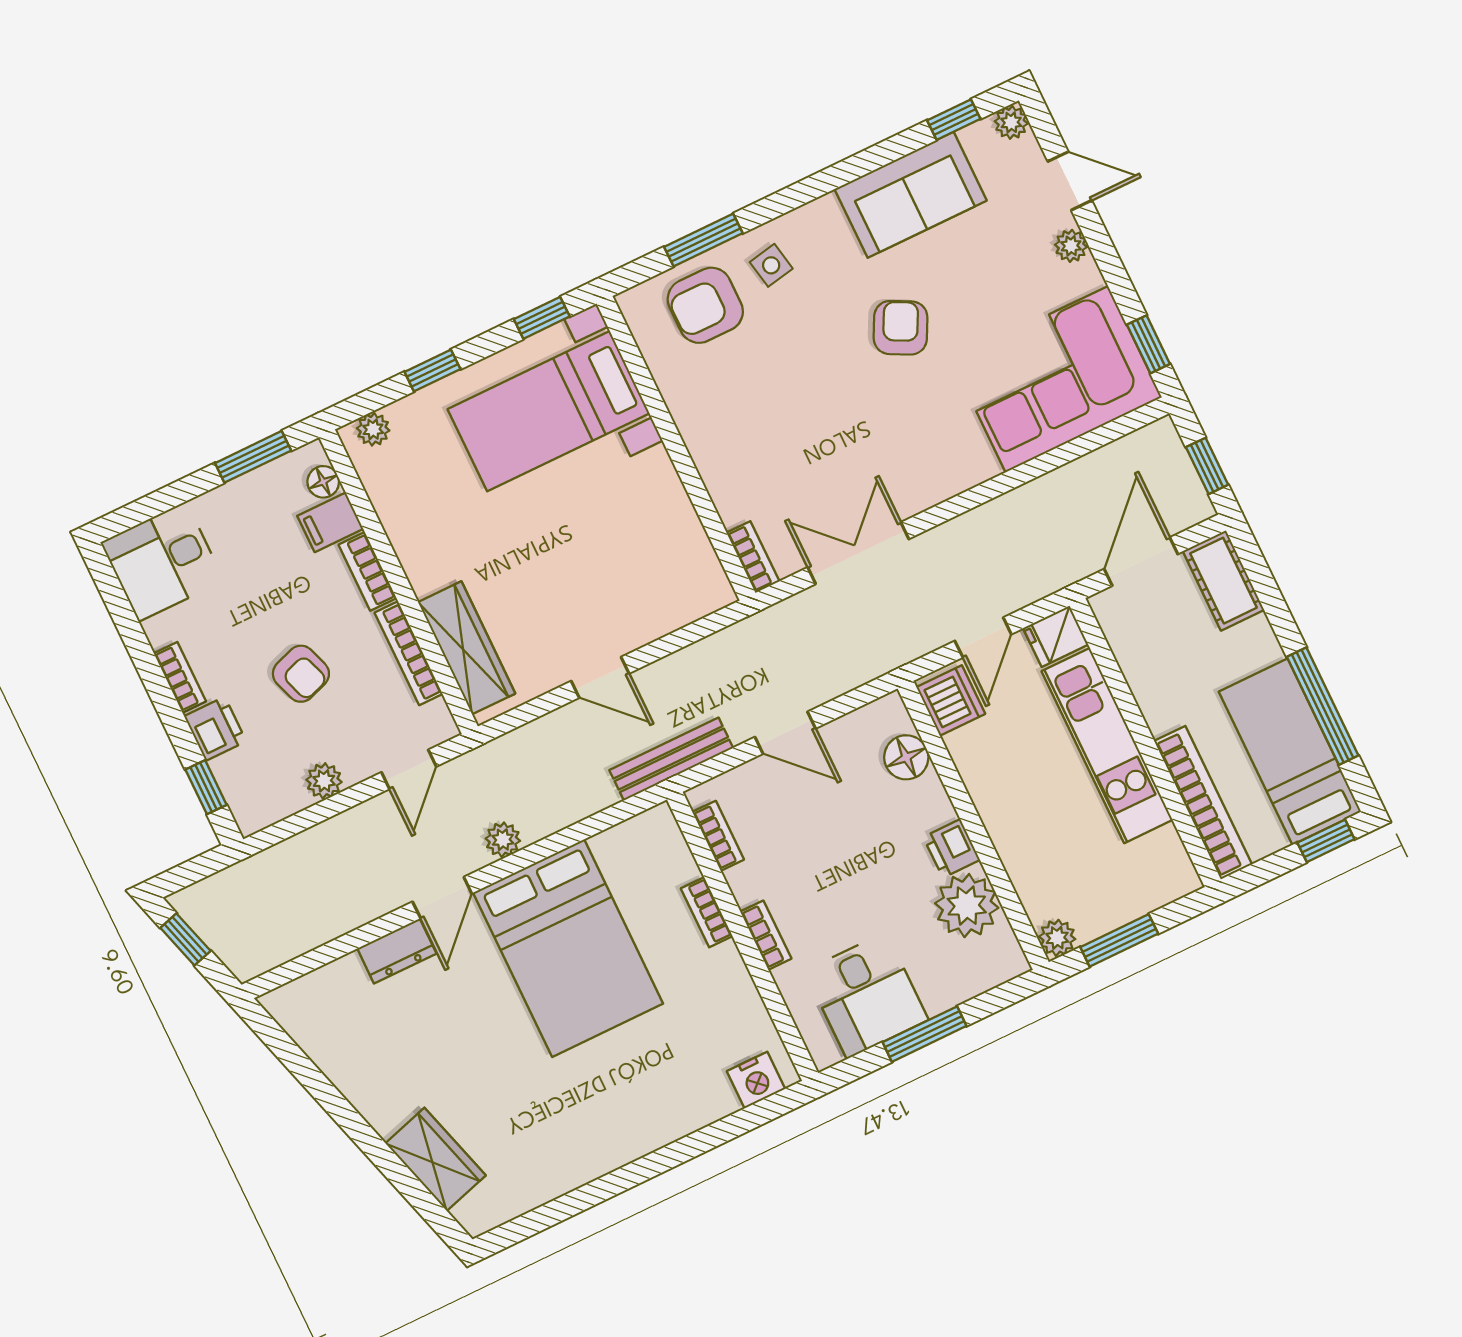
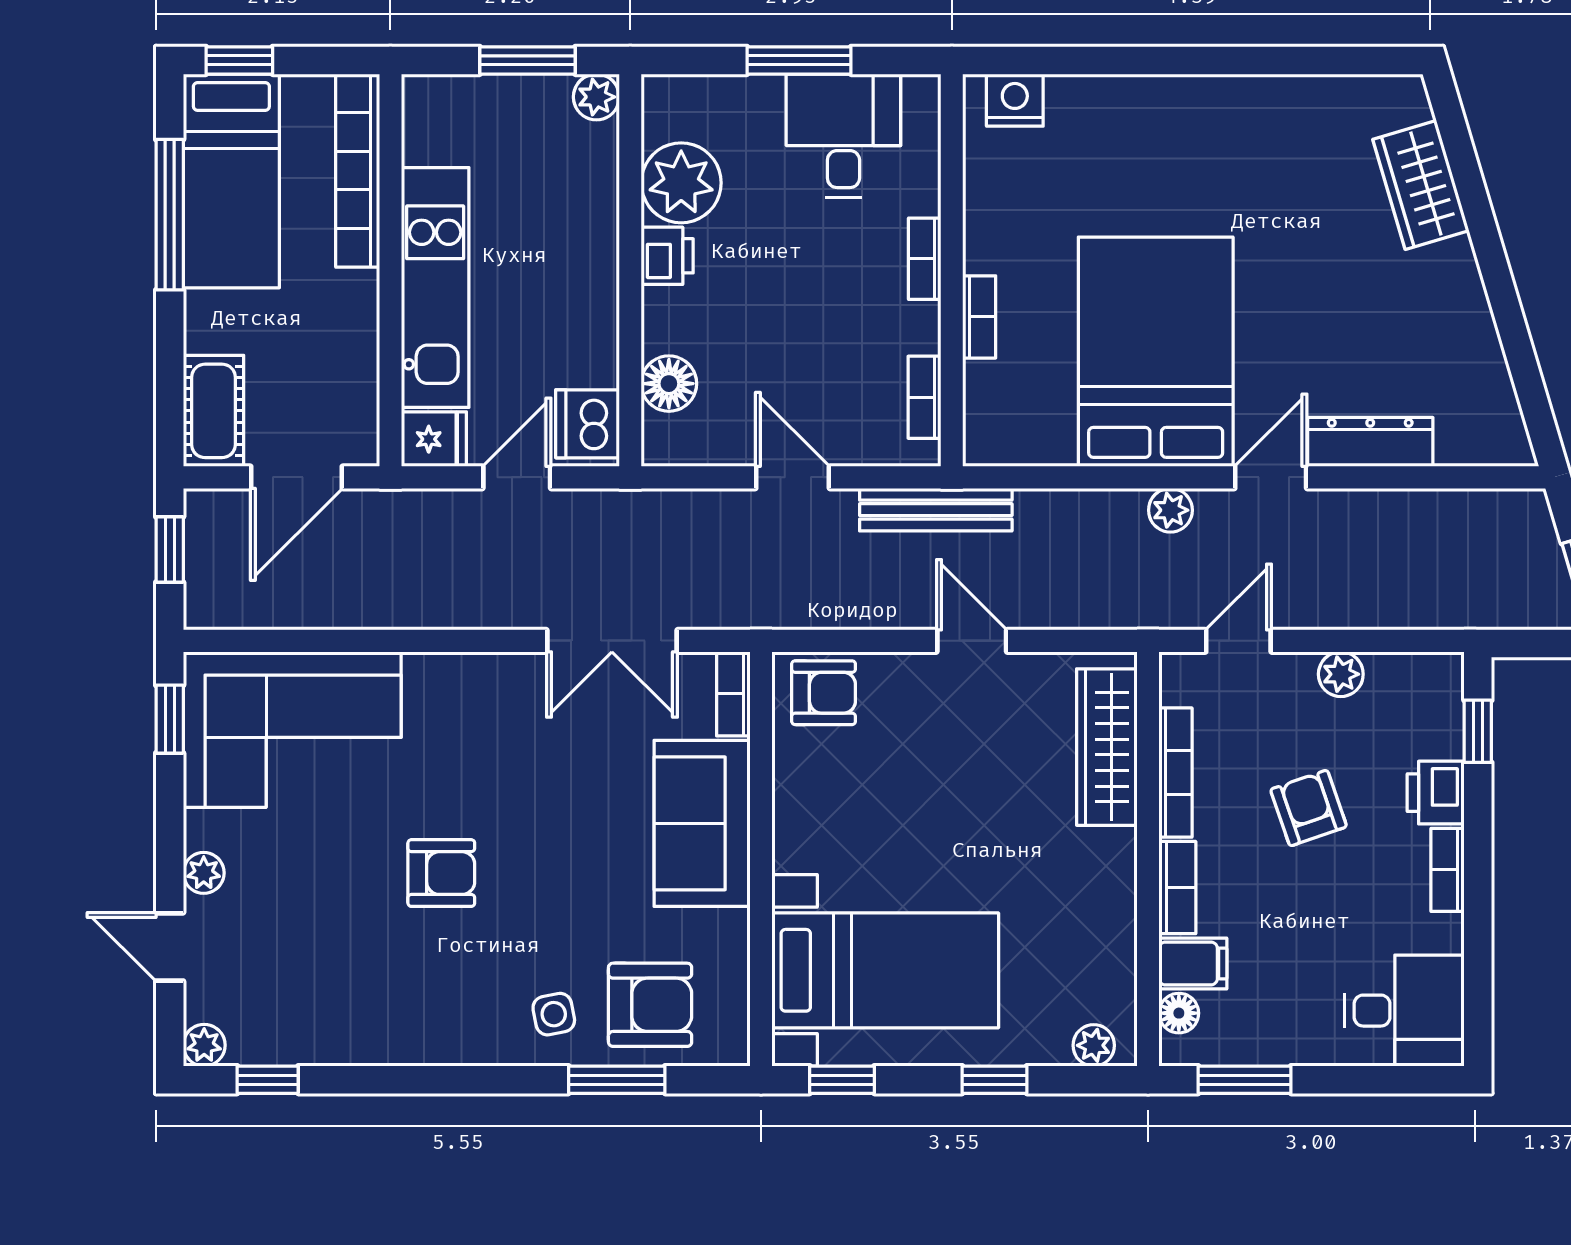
sofa: (911, 195) -> (702, 823), moved, turned -90
armchair: (901, 328) -> (441, 873), turned -117
armchair: (689, 589) -> (824, 693), added
dresser: (397, 951) -> (1370, 442), width x1.44

